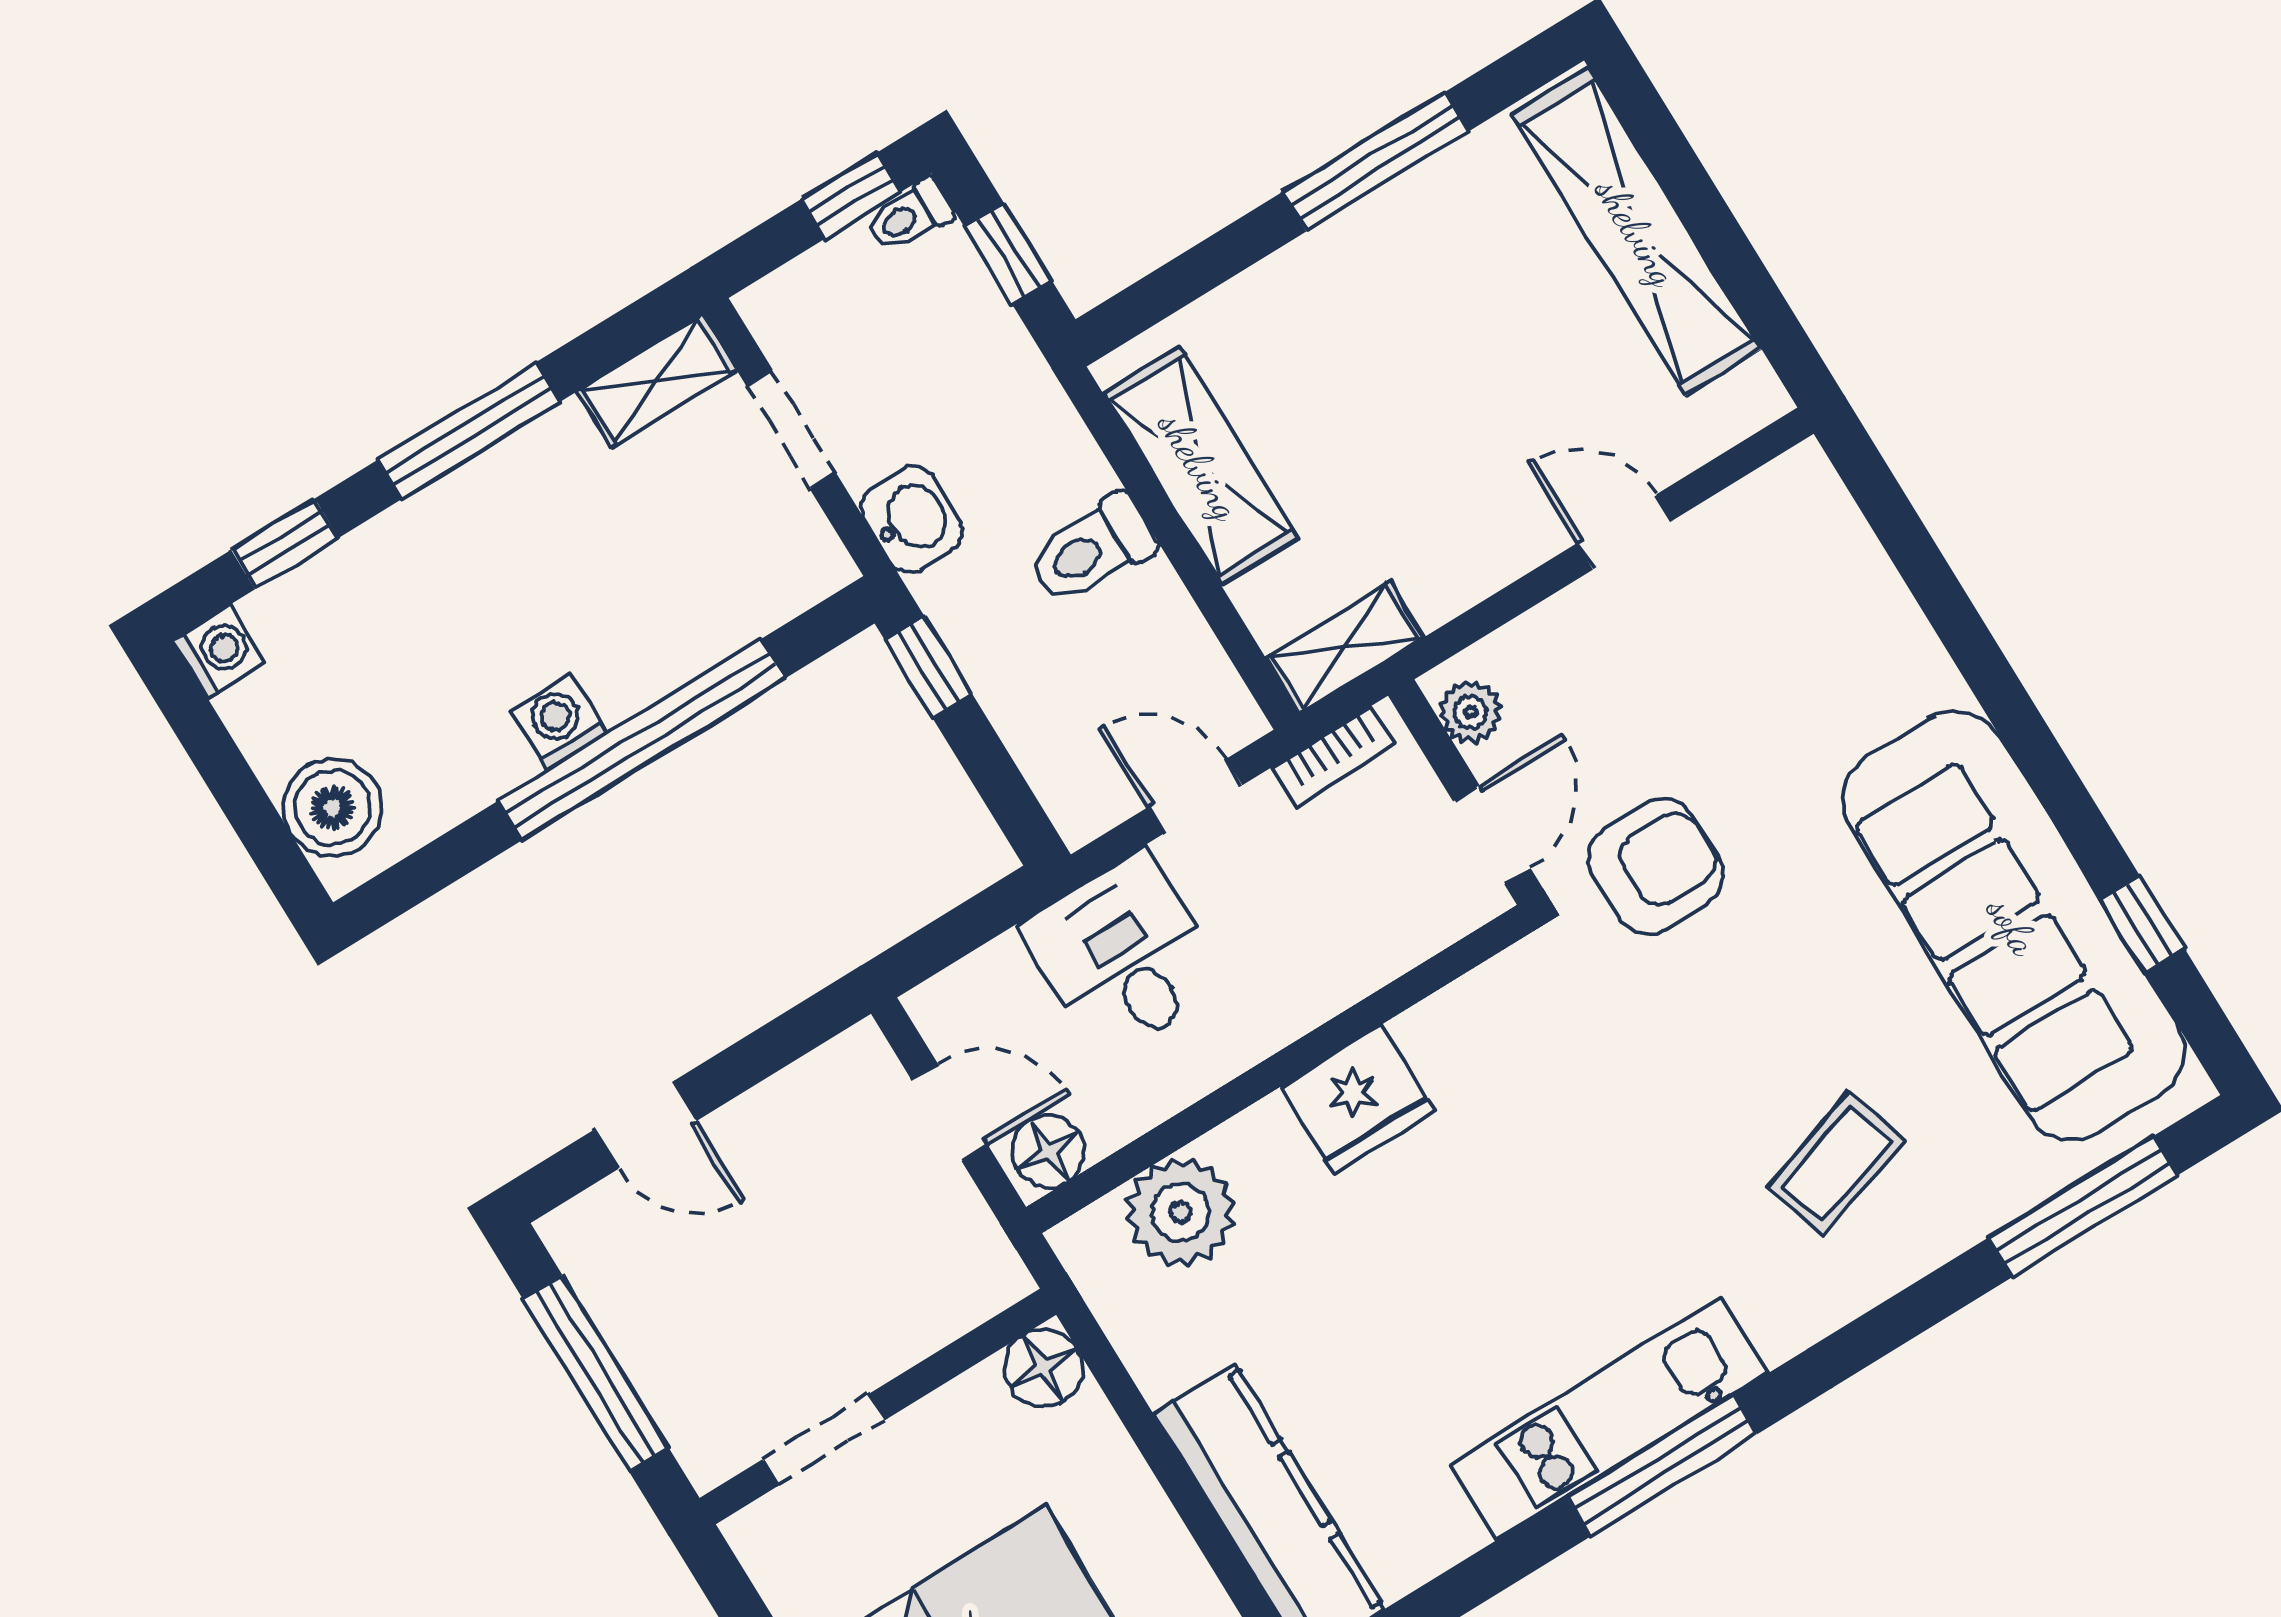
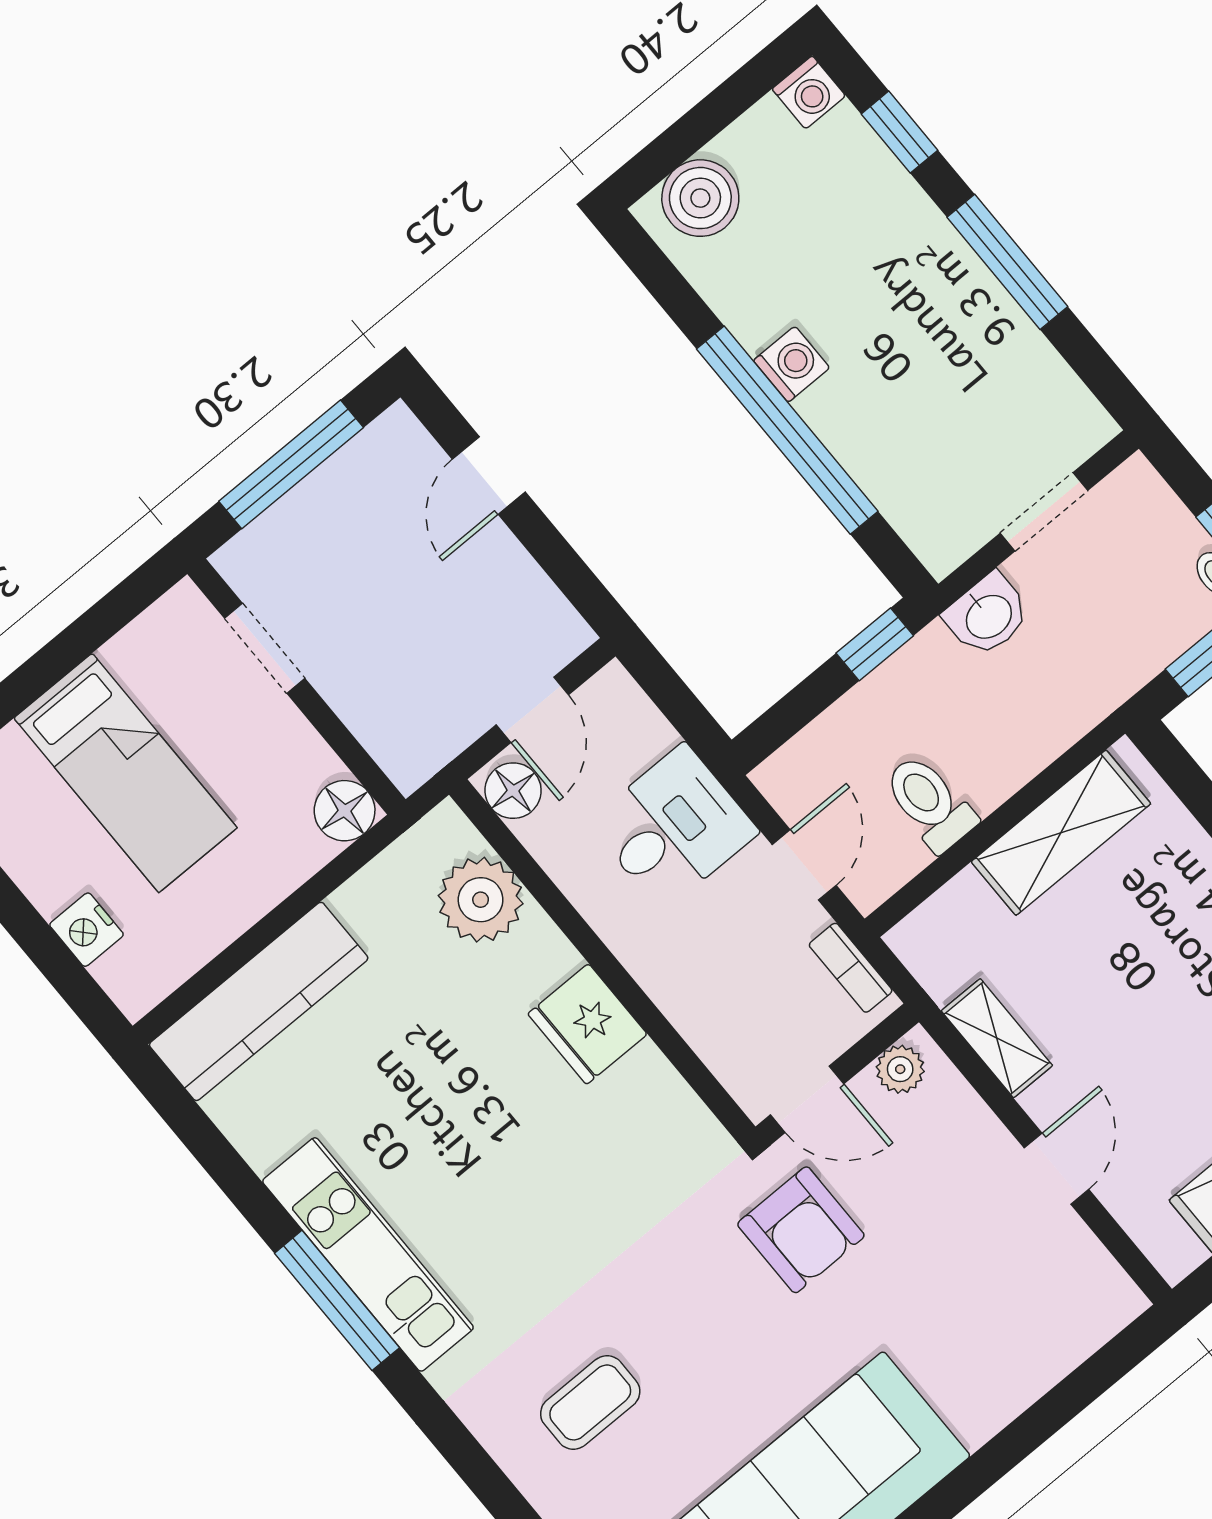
shelving: (657, 381) -> (1067, 402), removed
toilet: (1092, 550) -> (930, 803), moved
shelving: (1345, 648) -> (997, 1038), moved
coffee table: (1836, 1164) -> (590, 1402), turned -72

